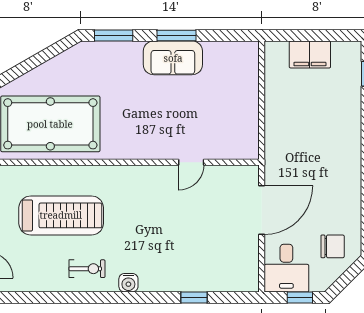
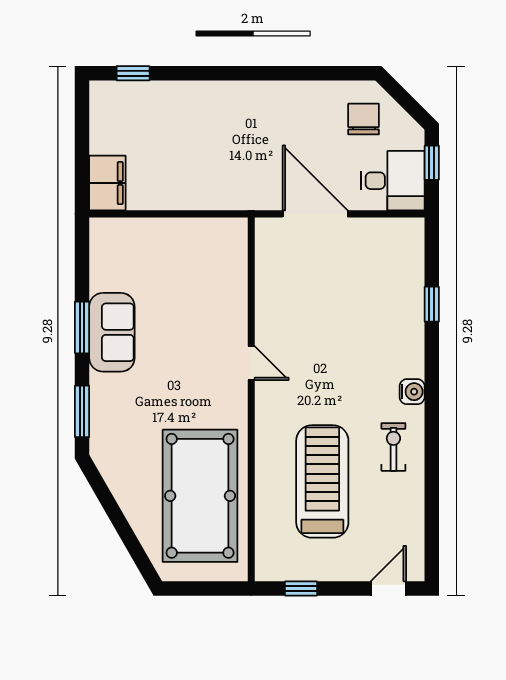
filing cabinet: (310, 55) -> (107, 183), moved
door: (191, 162) -> (251, 363), moved

